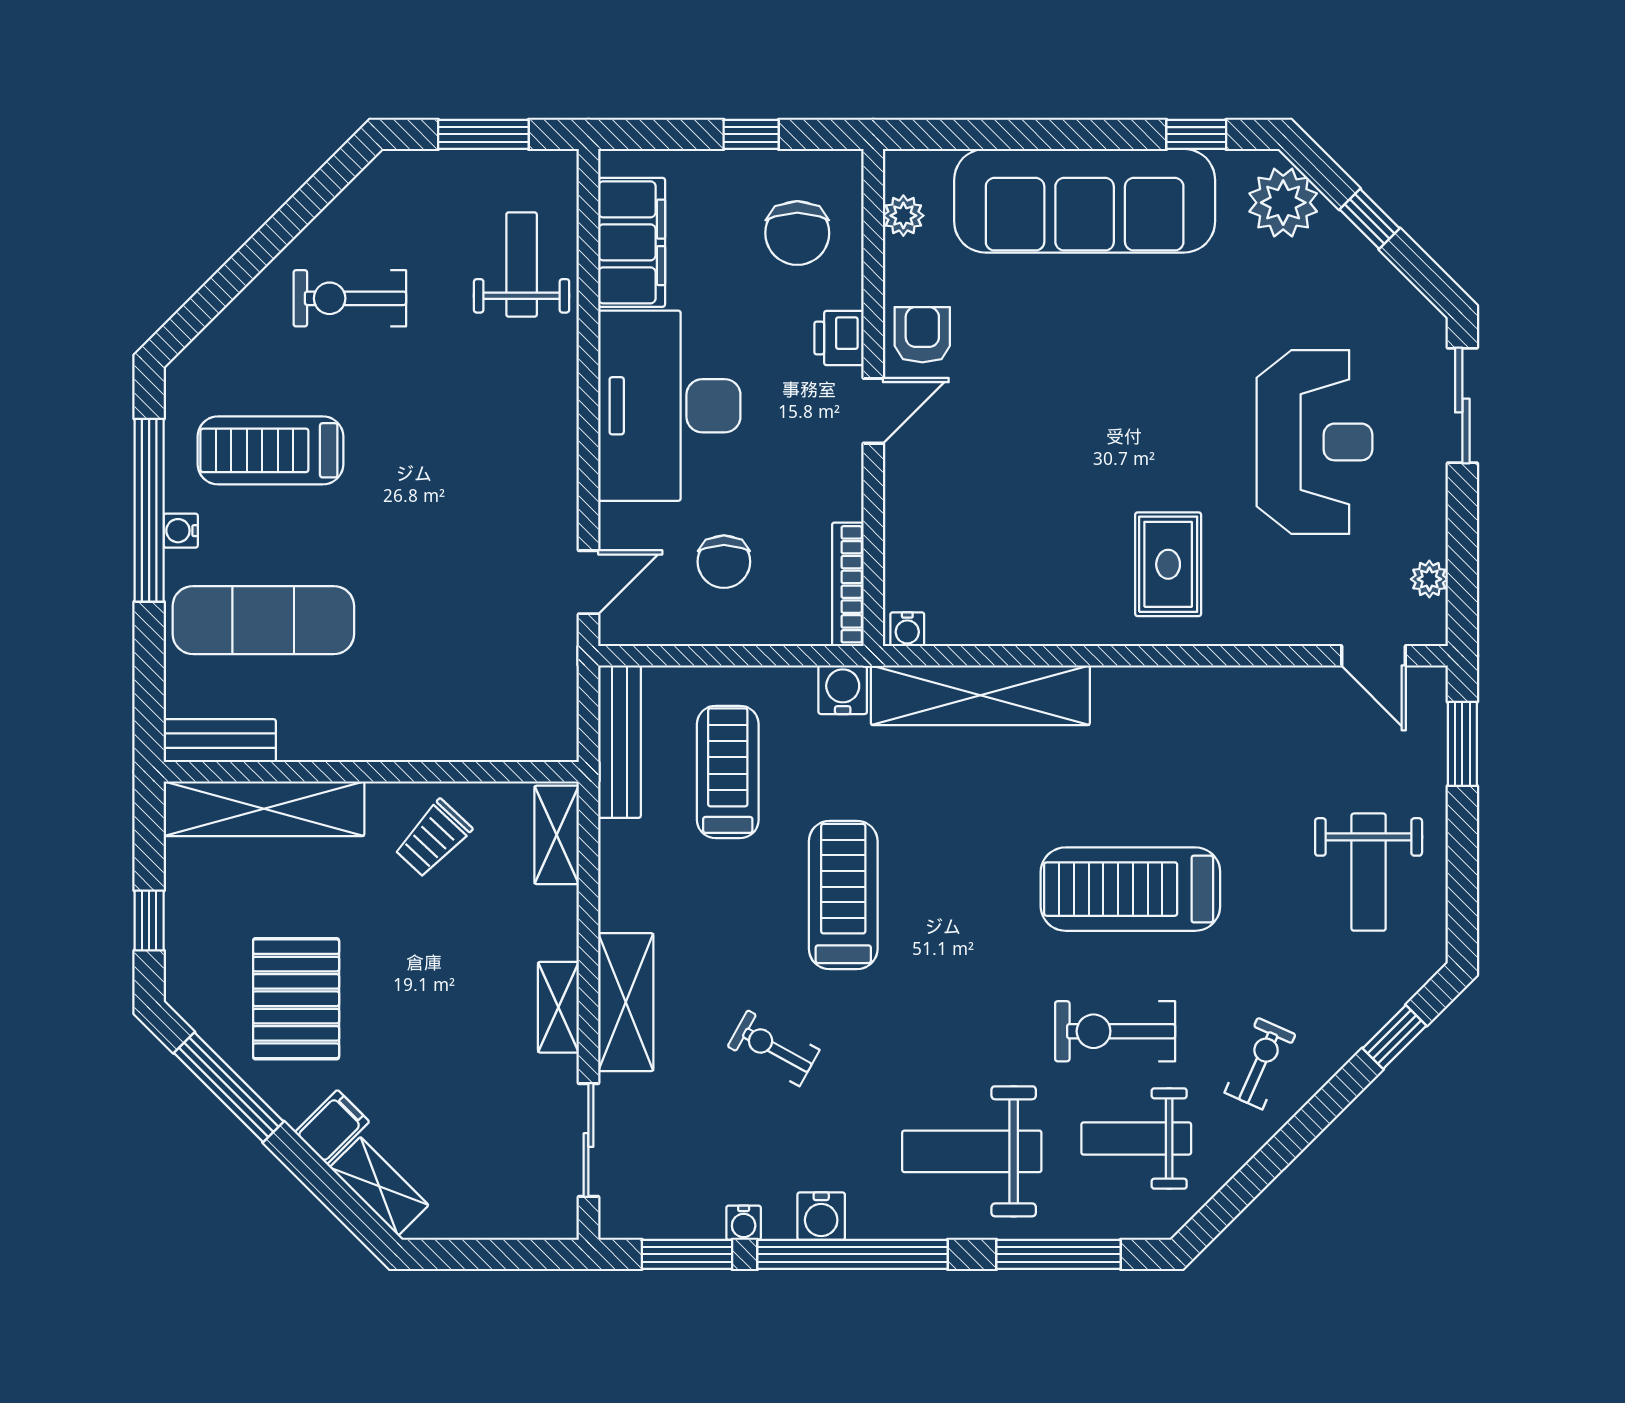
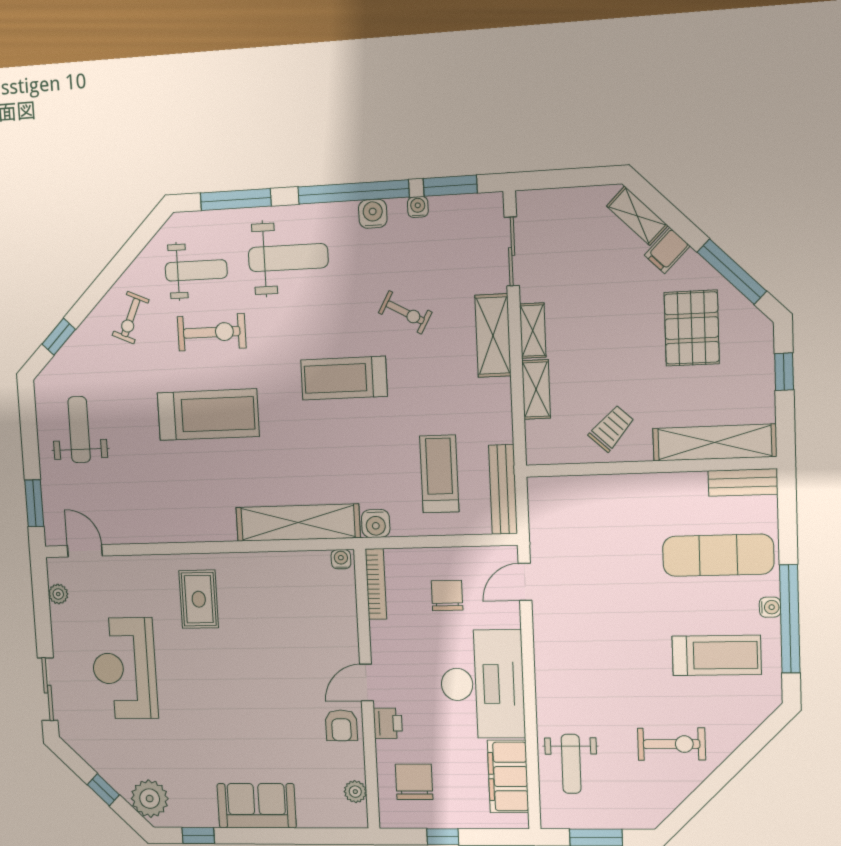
sofa: (1085, 201) -> (257, 806), width x0.54, depth x0.79
treadmill: (728, 772) -> (439, 474), turned 180
shelving: (557, 835) -> (536, 389), moved
treadmill: (843, 895) -> (344, 378), moved, turned 90

